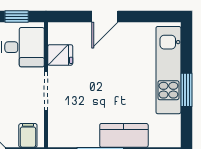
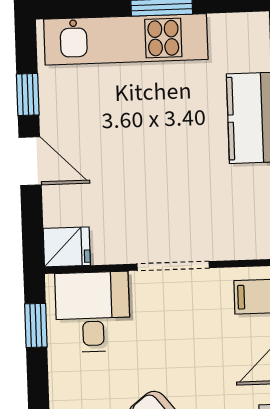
window: (141, 16) -> (28, 95), added
fridge: (60, 55) -> (67, 247), moved, turned 90

